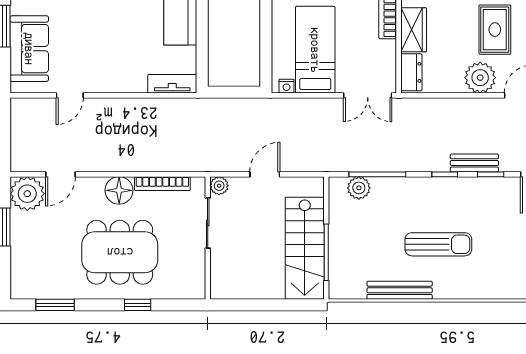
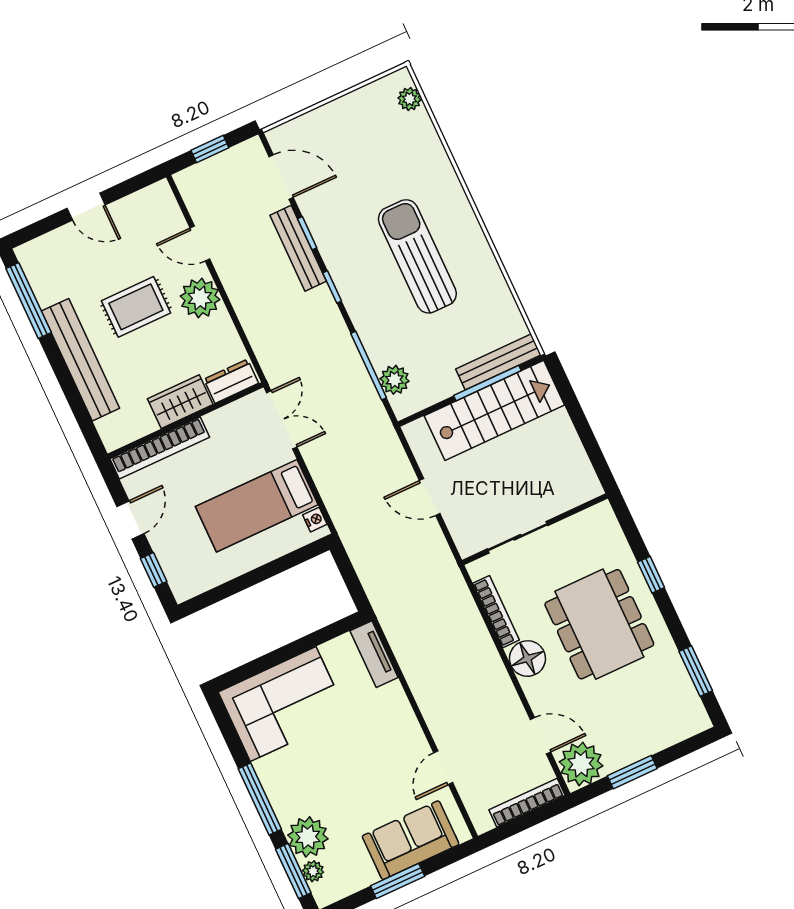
door: (70, 95) -> (443, 768), swing flipped
bookcase: (18, 143) -> (527, 803), added
bench: (474, 163) -> (298, 248), width x1.36
plant: (219, 186) -> (468, 544), removed
sun lounger: (438, 244) -> (417, 256), width x1.36, depth x1.34
bench: (400, 290) -> (498, 362), moved, turned 90

